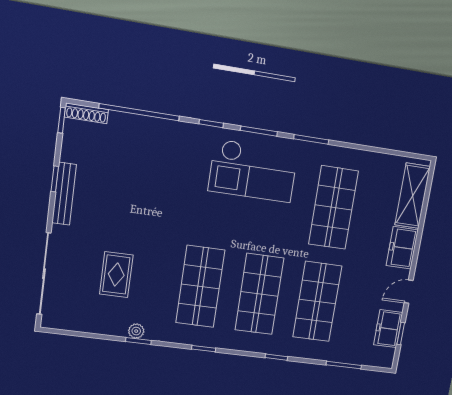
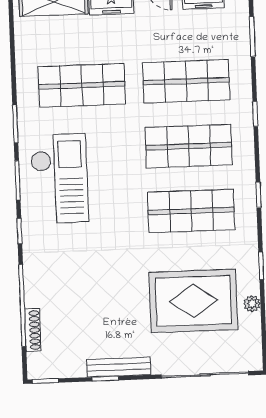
shoe rack: (86, 113) -> (33, 330), moved
rug: (116, 275) -> (193, 301), width x1.86, depth x2.06
plant: (136, 331) -> (252, 304), moved

